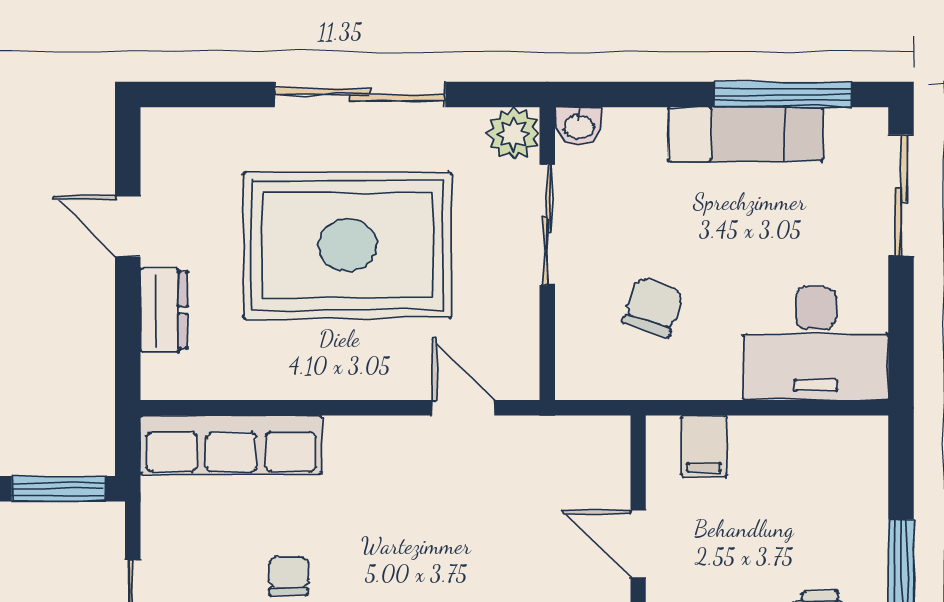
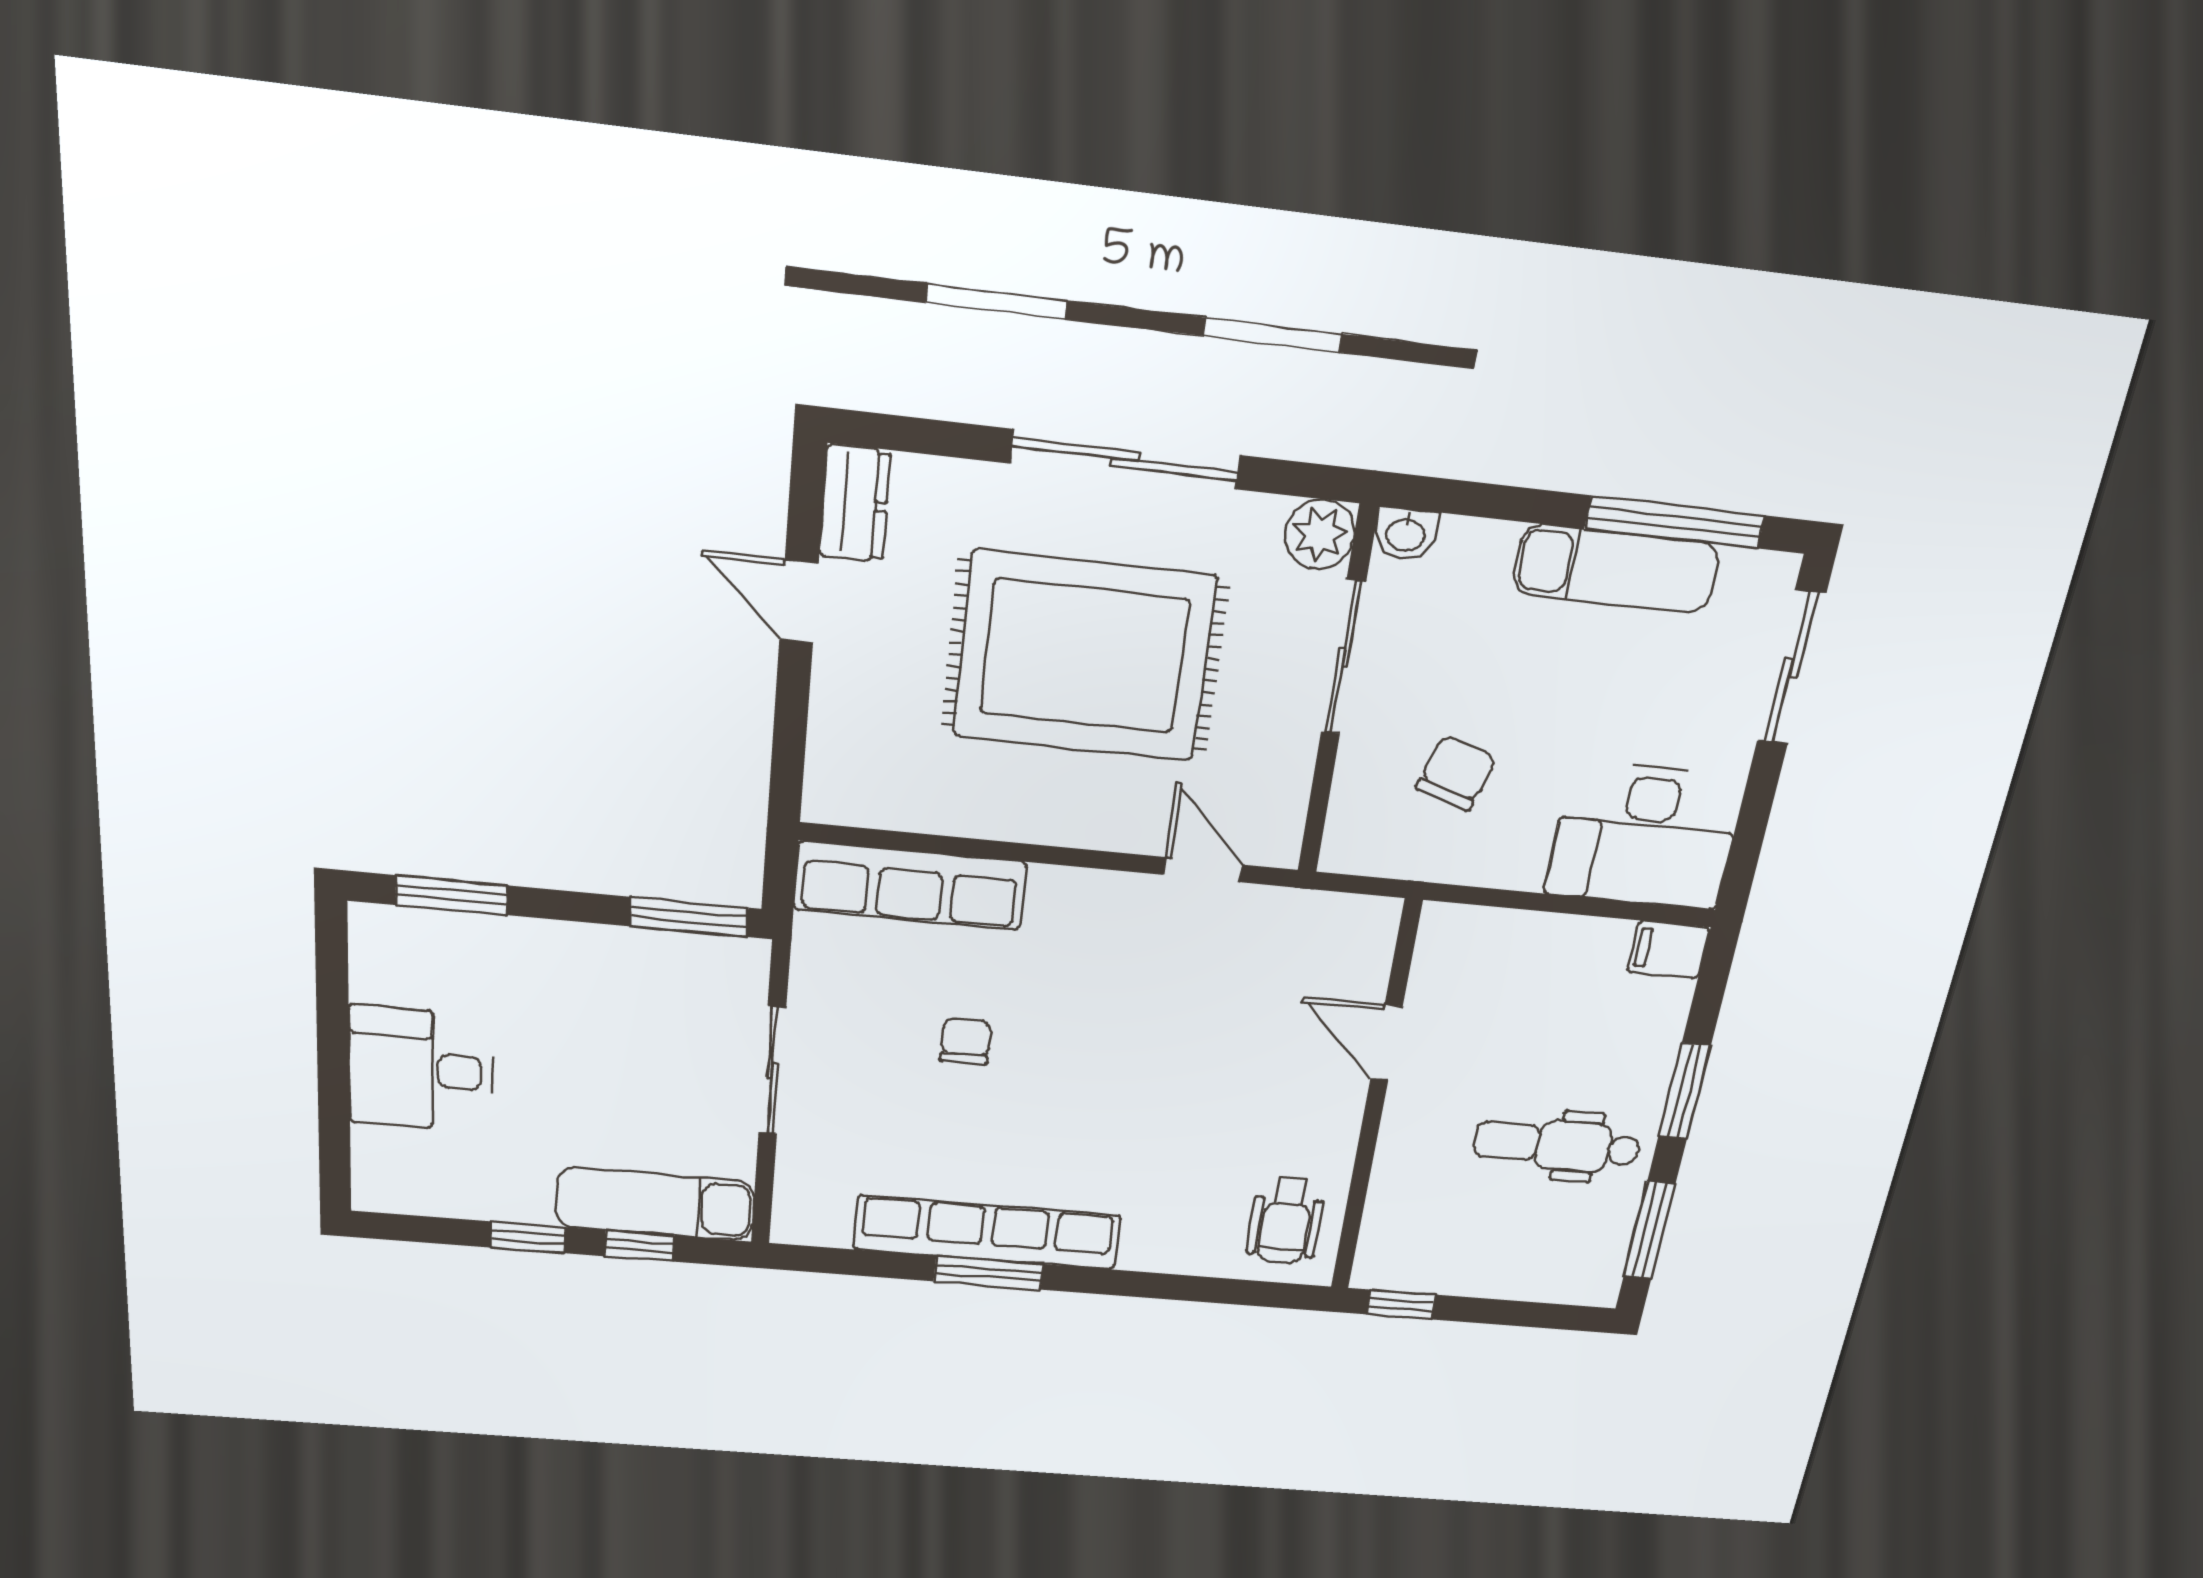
dresser: (164, 310) -> (855, 504), moved
filing cabinet: (704, 446) -> (1668, 950), moved, turned 90

